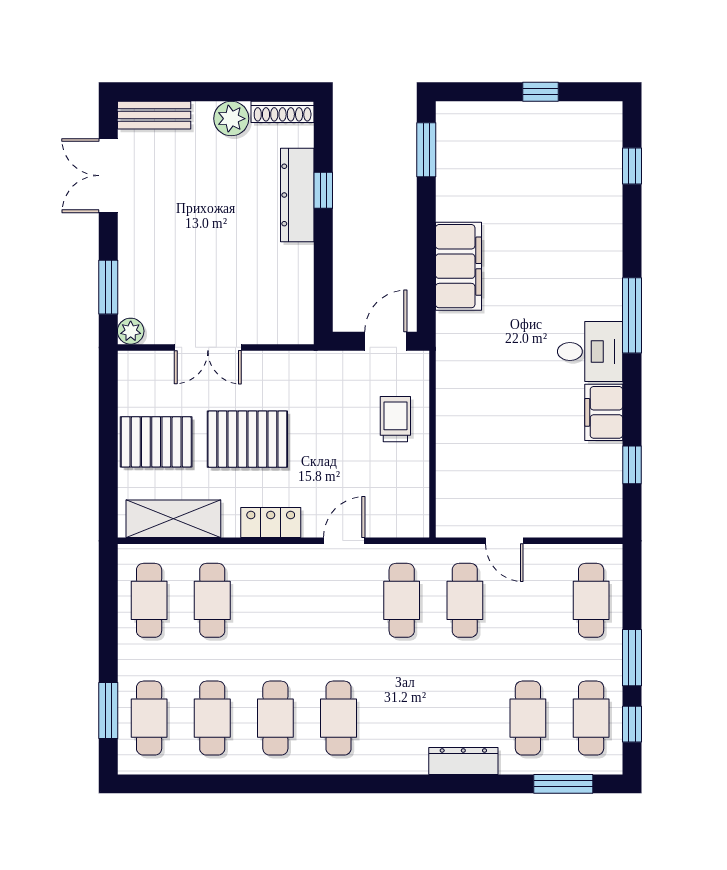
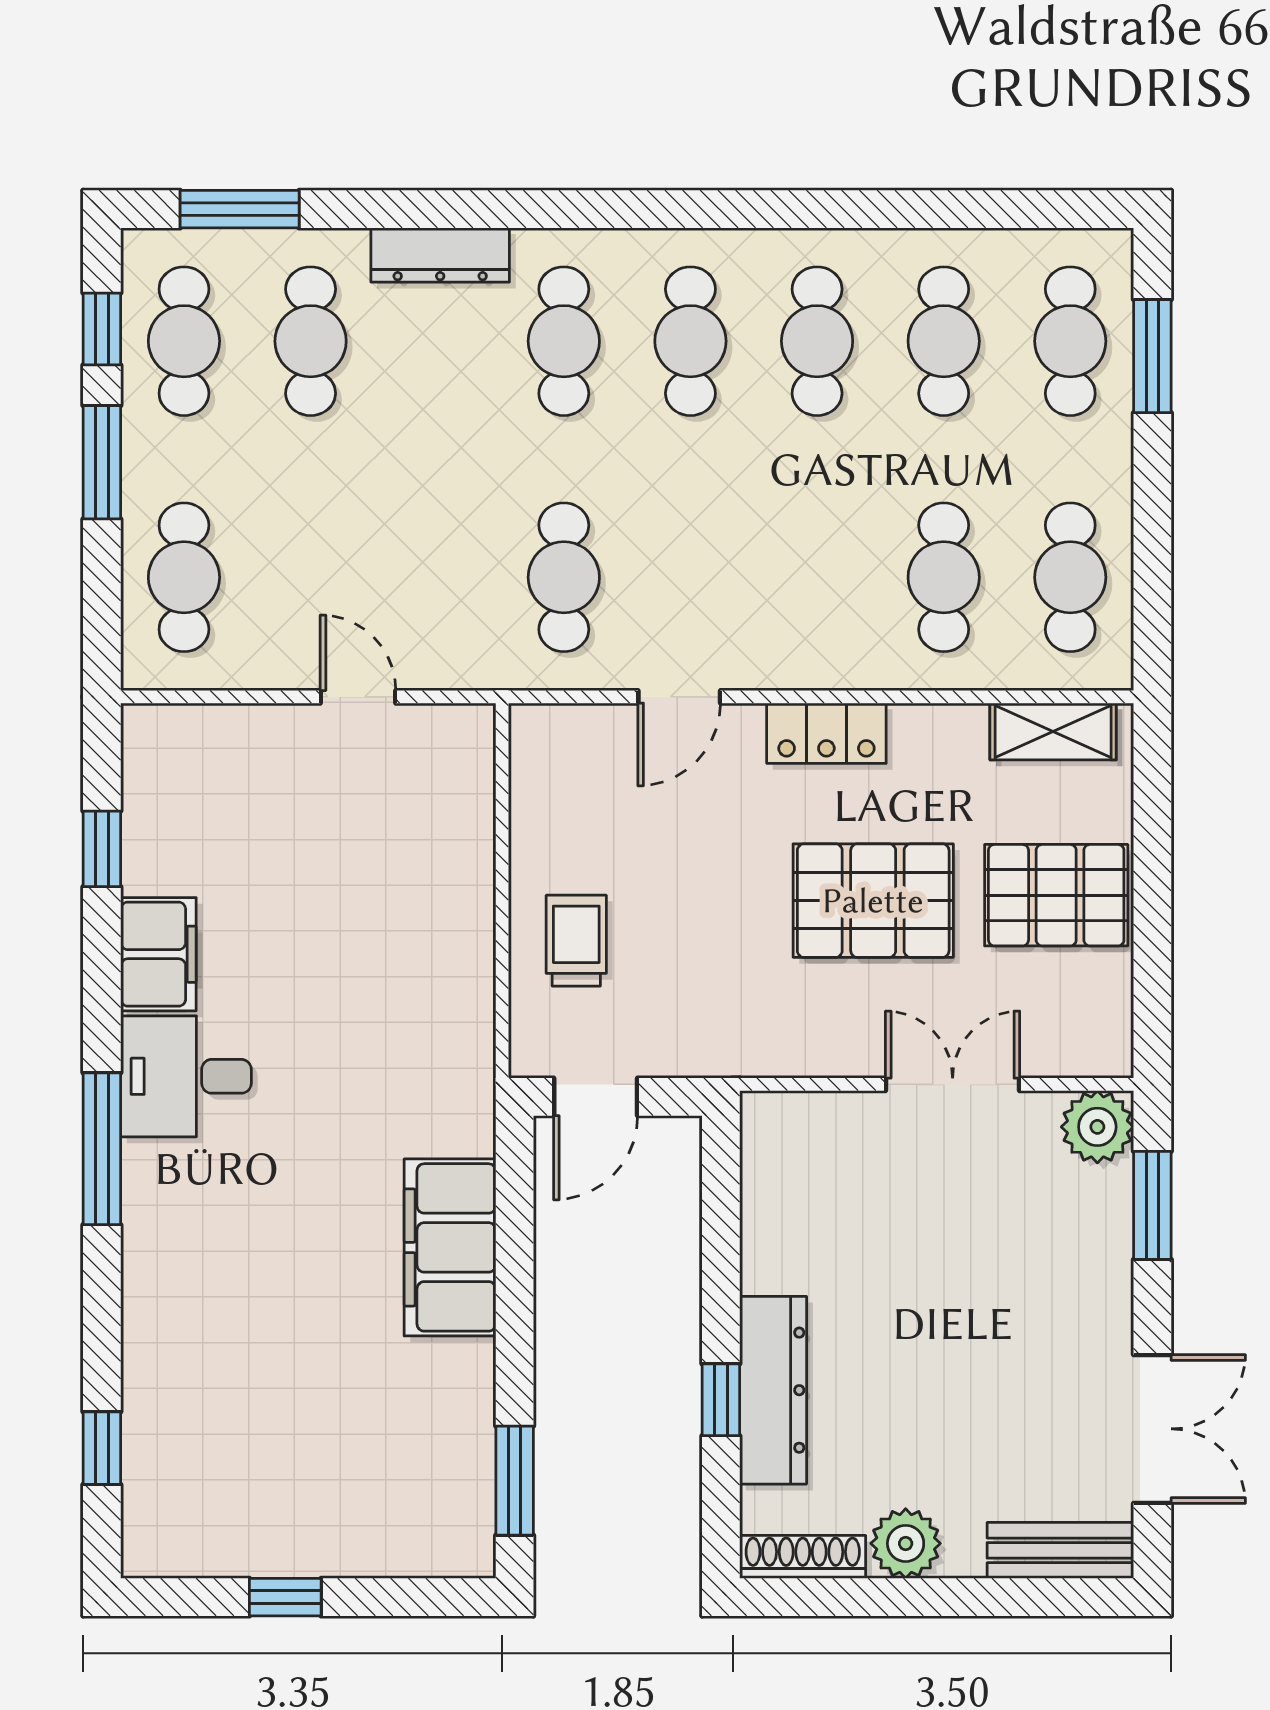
plant: (131, 331) -> (1097, 1127), width x1.38, depth x1.38
trolley: (395, 419) -> (576, 941), turned 180
shelving: (173, 519) -> (1053, 731), width x0.67, depth x0.75
cafe table: (465, 600) -> (564, 341), moved

